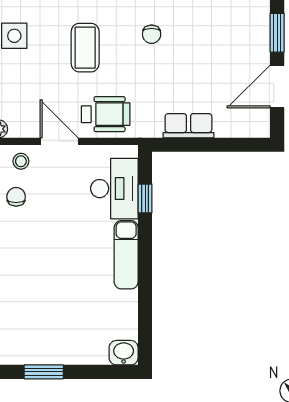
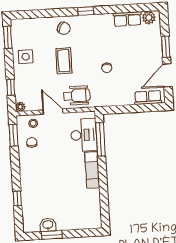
chair: (152, 34) -> (107, 68), moved
row of seats: (188, 126) -> (148, 98), moved
window: (145, 198) -> (101, 139), width x2.17
washbasin: (124, 353) -> (48, 225), moved

